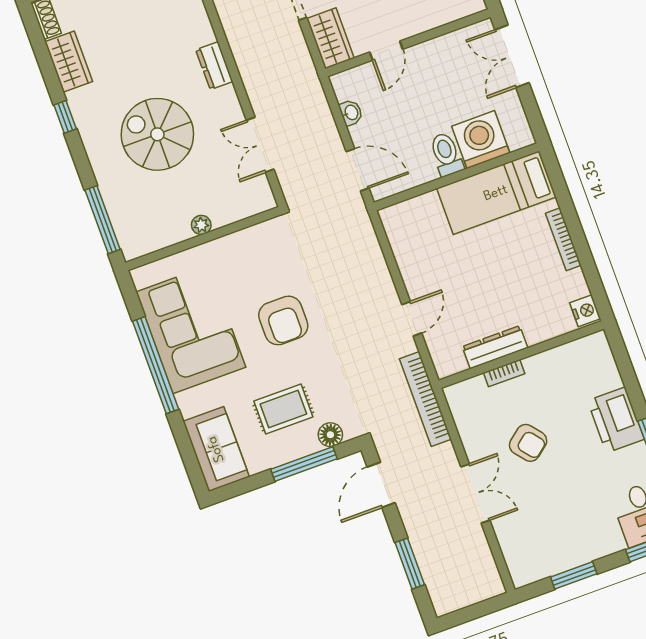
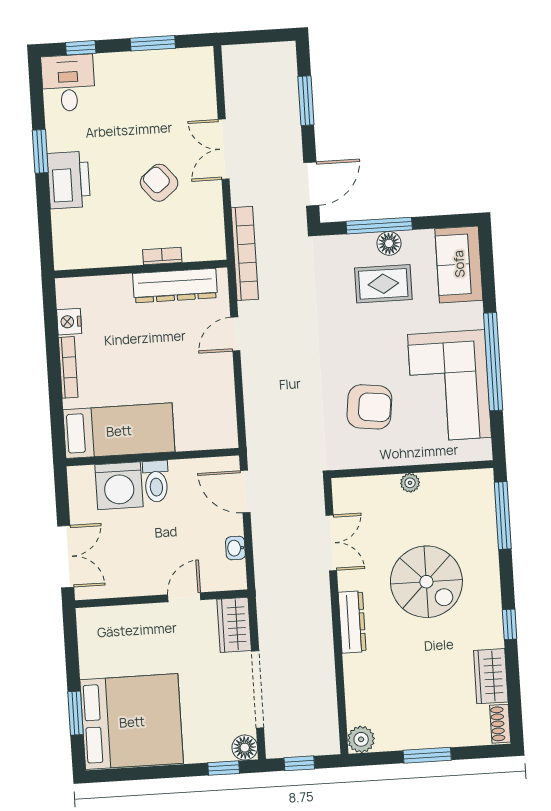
dresser: (214, 66) -> (352, 622), width x1.44
nightstand: (585, 311) -> (69, 322), moved
armchair: (283, 320) -> (369, 407), moved, turned 97
dresser: (495, 347) -> (175, 286), width x1.37, depth x1.24
floor lamp: (330, 435) -> (389, 243), moved

